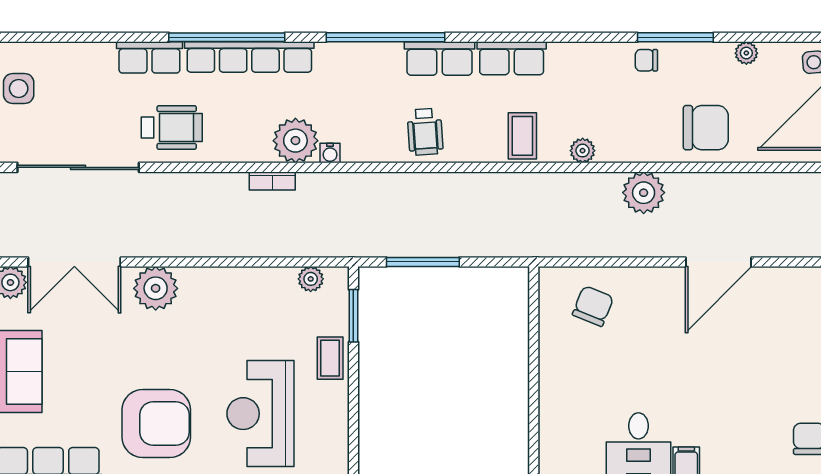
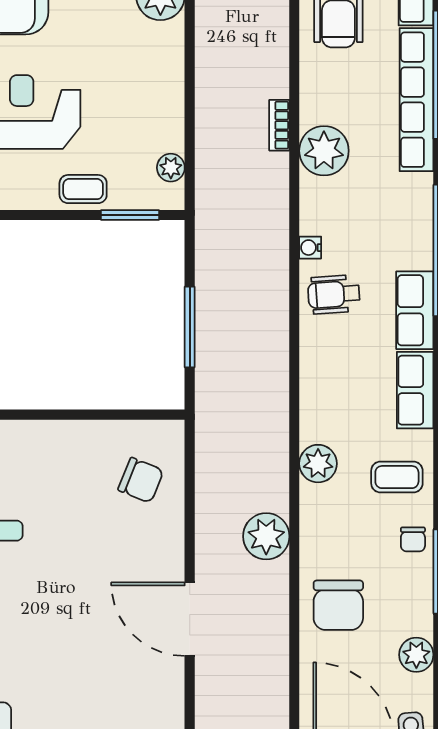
plant: (746, 53) -> (416, 655), width x1.38, depth x1.38
chair: (646, 60) -> (413, 539), turned 180
coffee table: (522, 136) -> (397, 477), moved
plant: (583, 151) -> (318, 464), width x1.38, depth x1.38
water cooler: (330, 153) -> (310, 248), moved
window: (423, 262) -> (190, 327), moved

